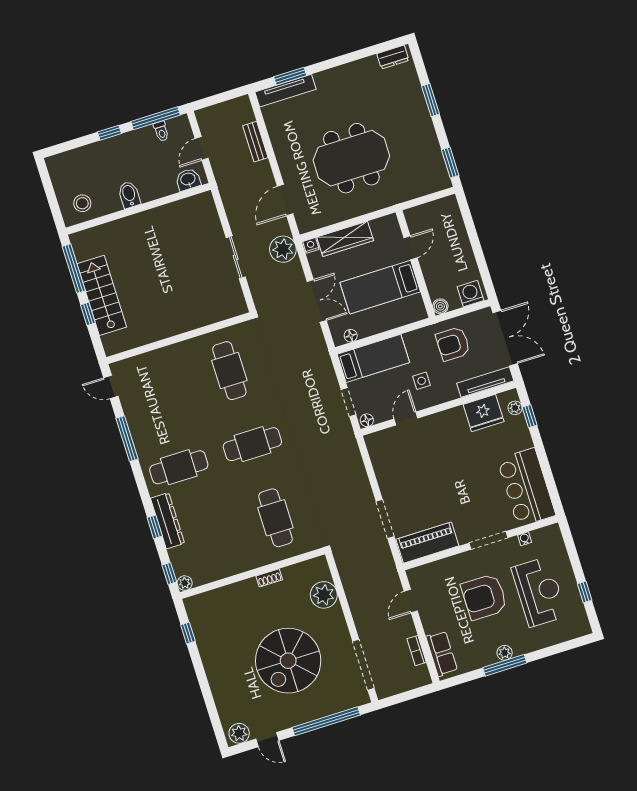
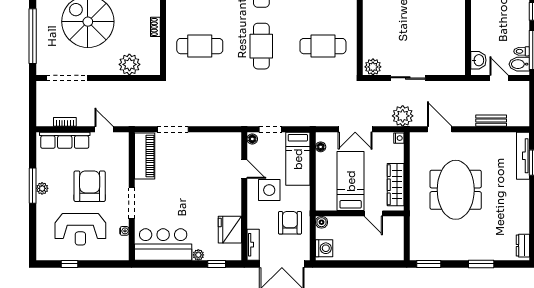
bidet: (129, 195) -> (519, 64), moved, turned 180
wardrobe: (345, 239) -> (396, 185), moved
plant: (235, 303) -> (373, 67), added
side table: (422, 381) -> (269, 190), width x1.87, depth x1.87
tv unit: (485, 382) -> (253, 245), width x0.71
plant: (515, 408) -> (198, 255), moved
row of seats: (442, 654) -> (65, 140), width x1.48

